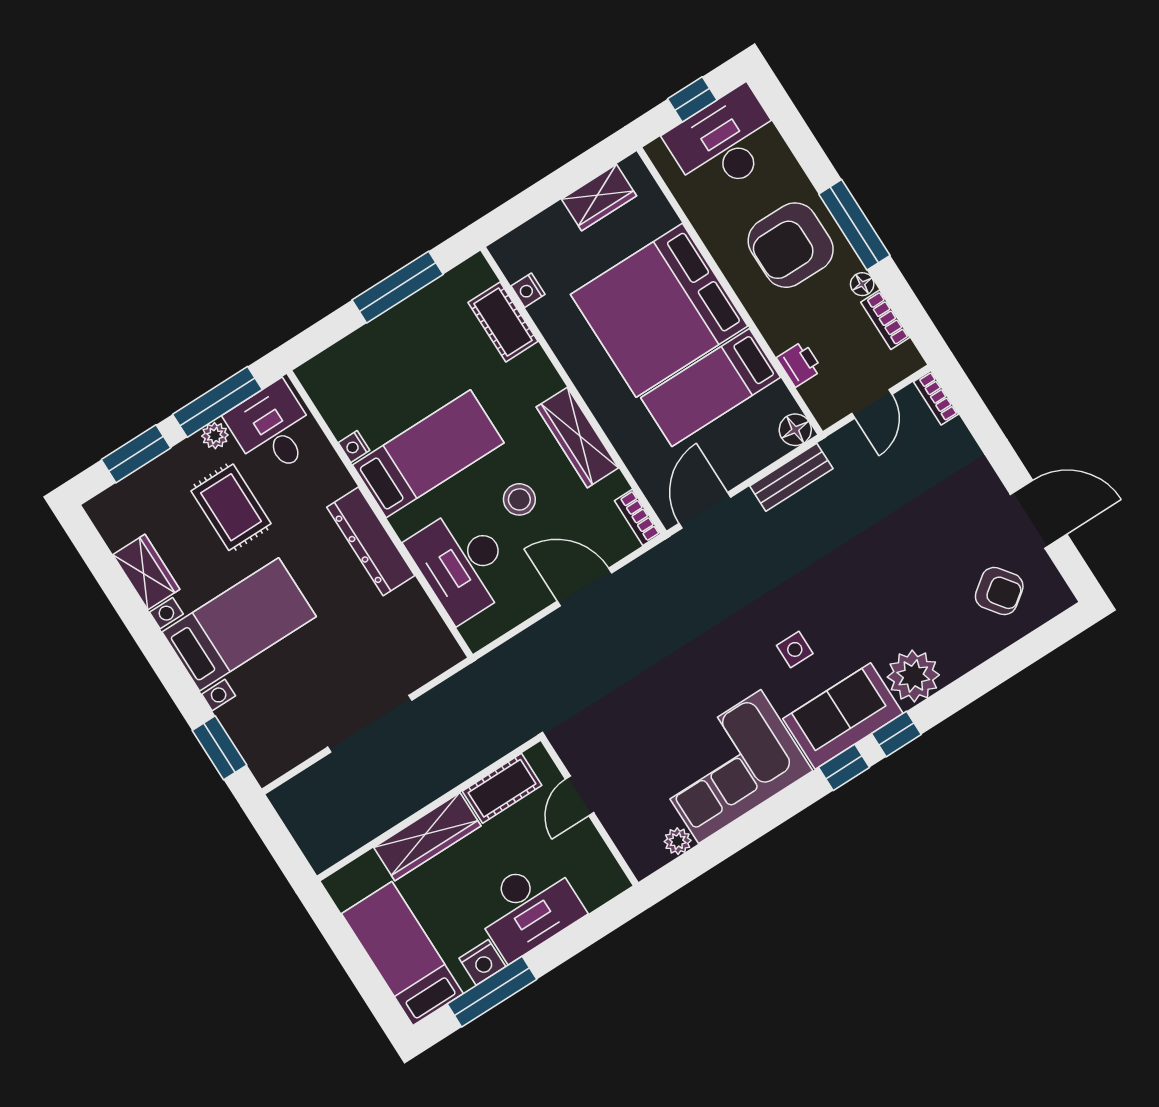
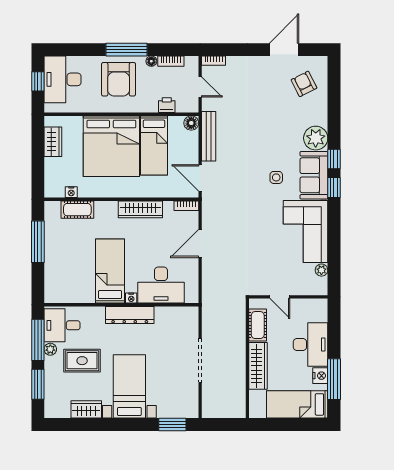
nightstand: (354, 447) -> (131, 298), moved
bench: (791, 477) -> (209, 136), width x1.36
stool: (519, 499) -> (150, 247), removed
armchair: (999, 591) -> (304, 84), turned -80

